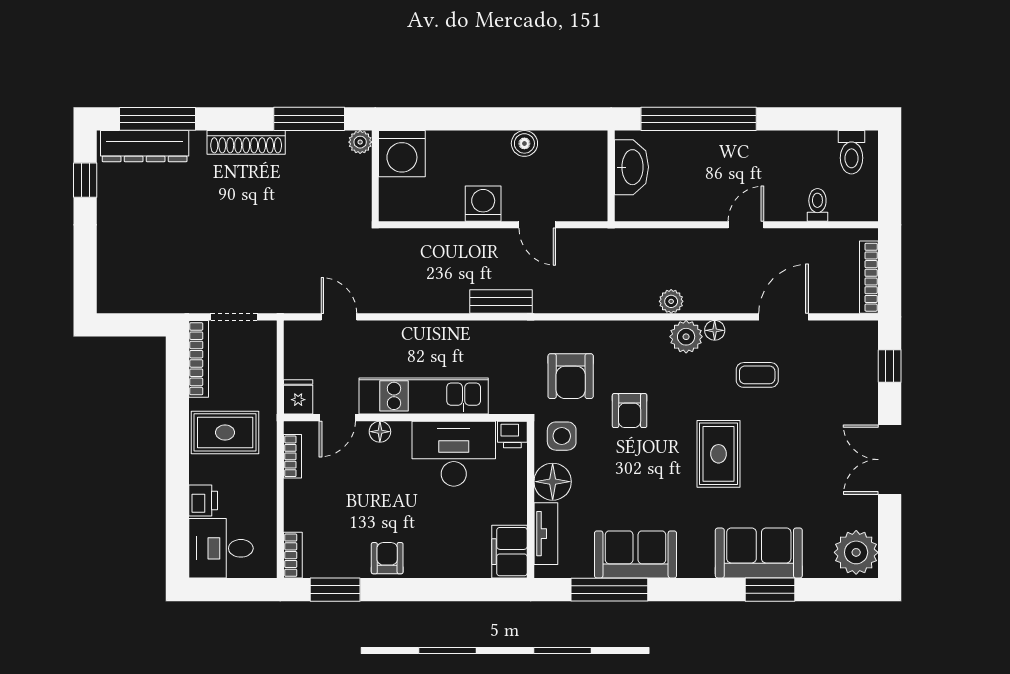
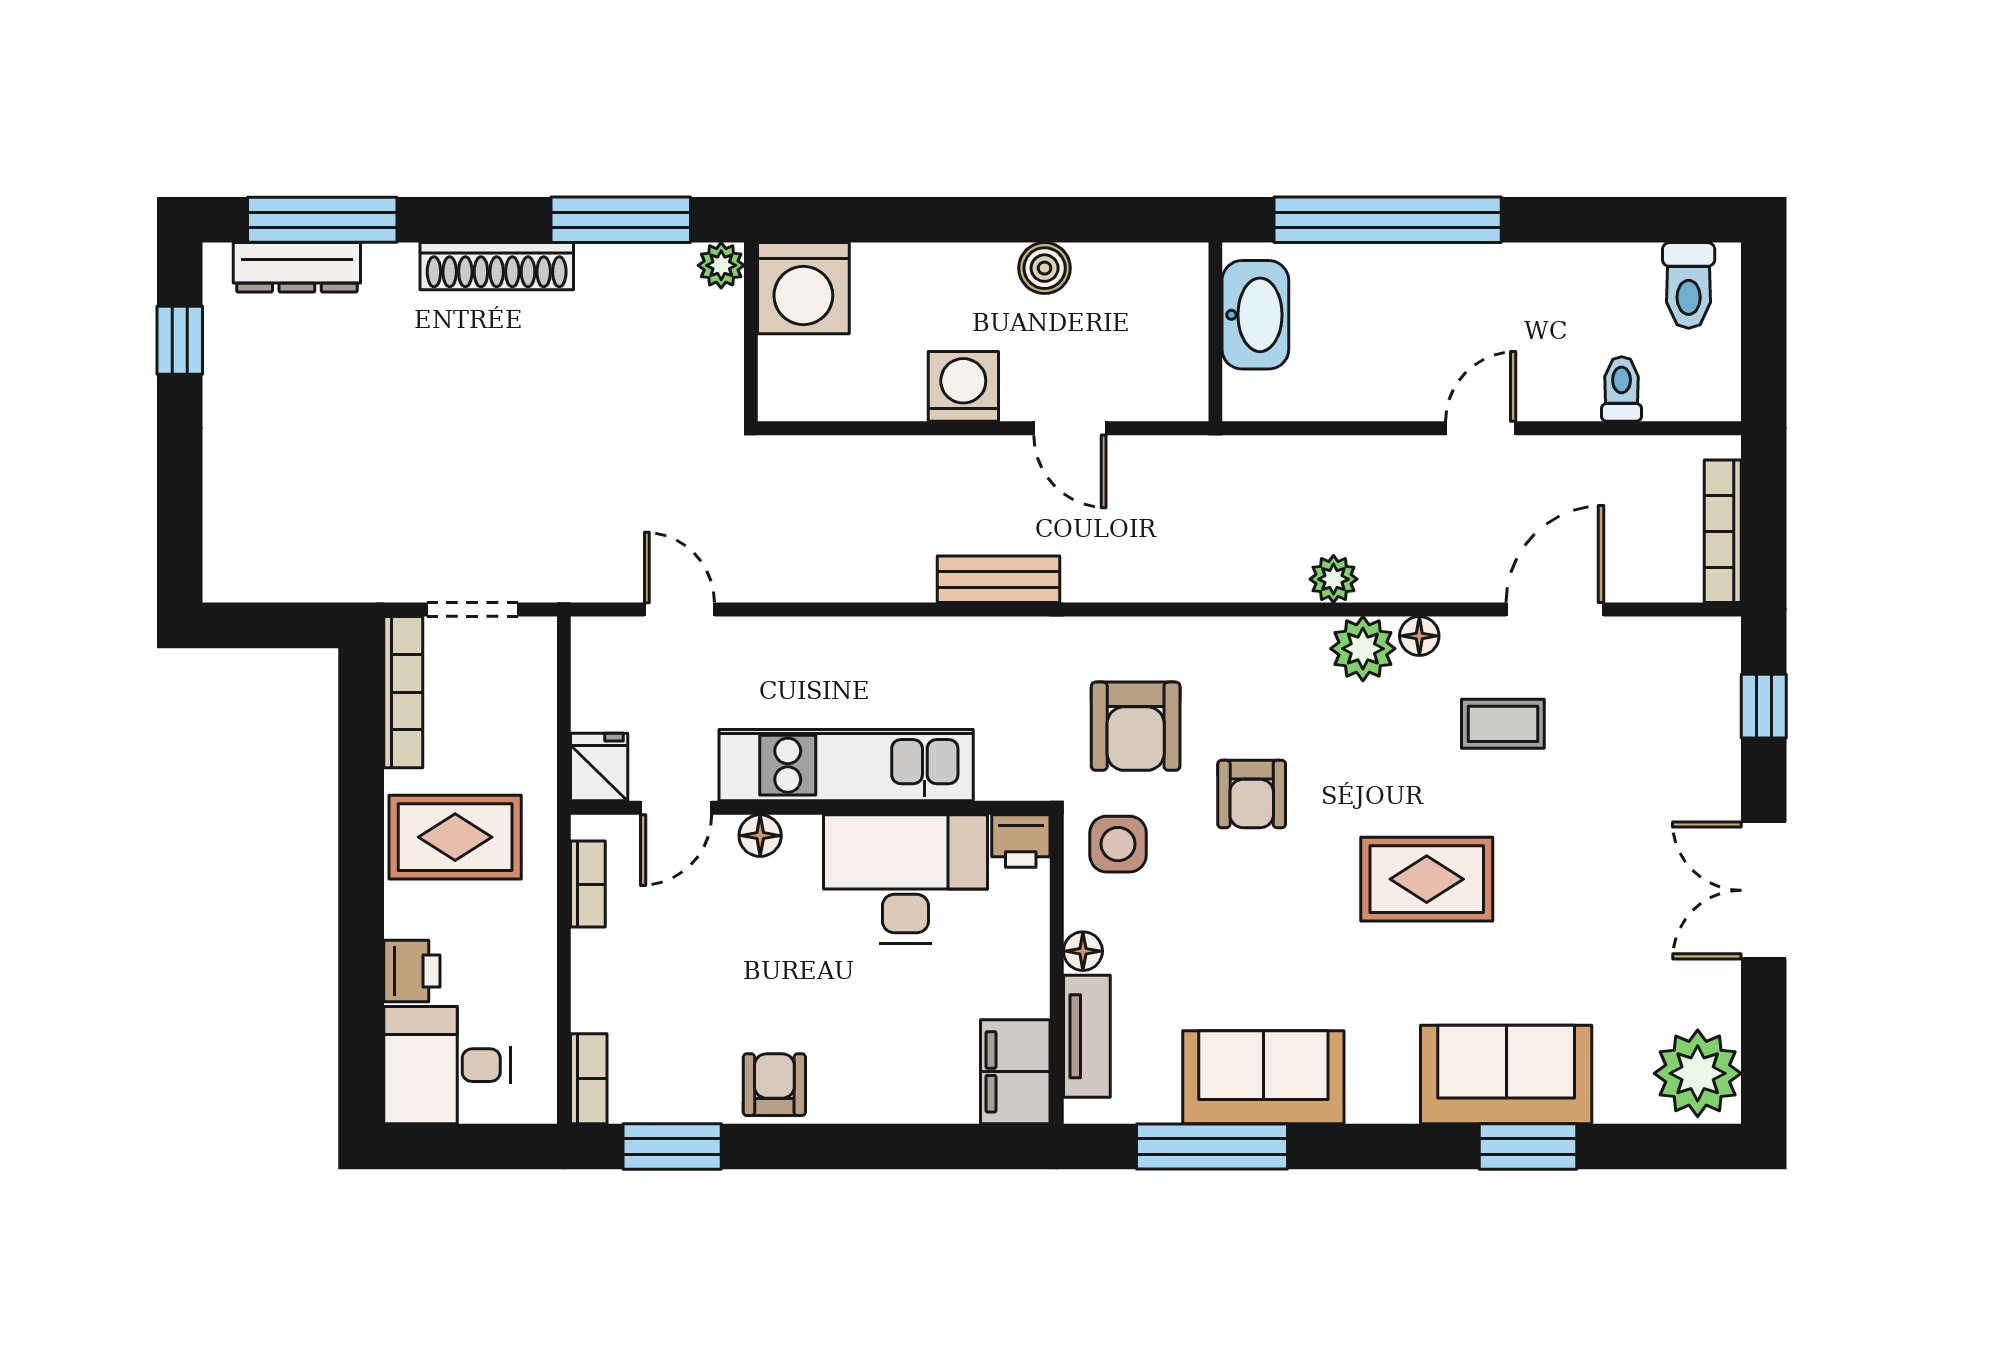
dresser: (145, 146) -> (297, 267), width x0.73, depth x0.80
rug: (719, 454) -> (1427, 879), turned 90
floor lamp: (553, 482) -> (1083, 951), width x0.53, depth x0.53

